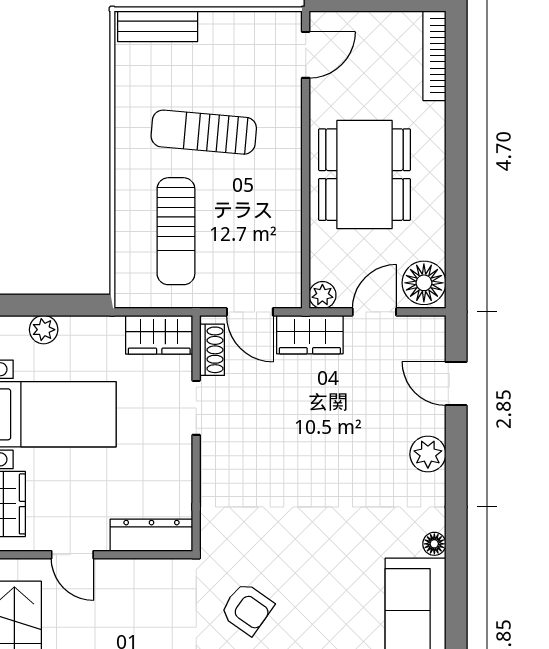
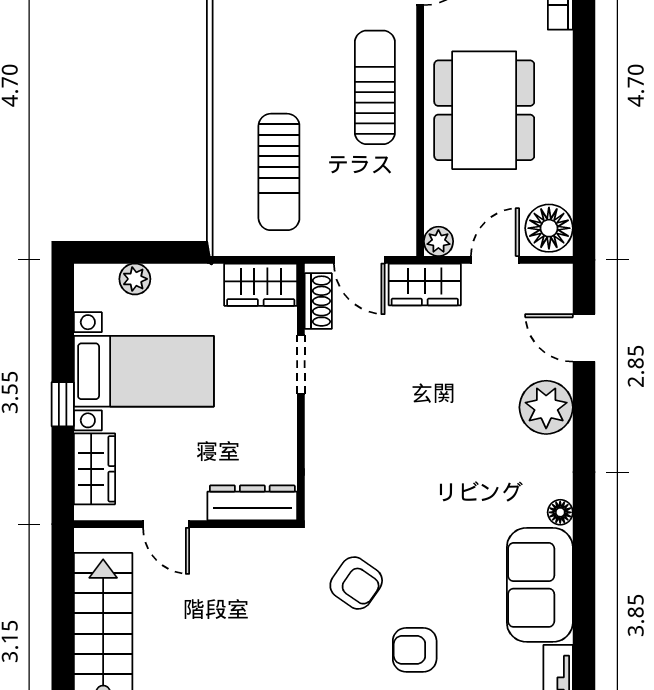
sun lounger: (204, 132) -> (375, 87), moved, turned 85
plant: (428, 454) -> (546, 407), width x1.36, depth x1.36

